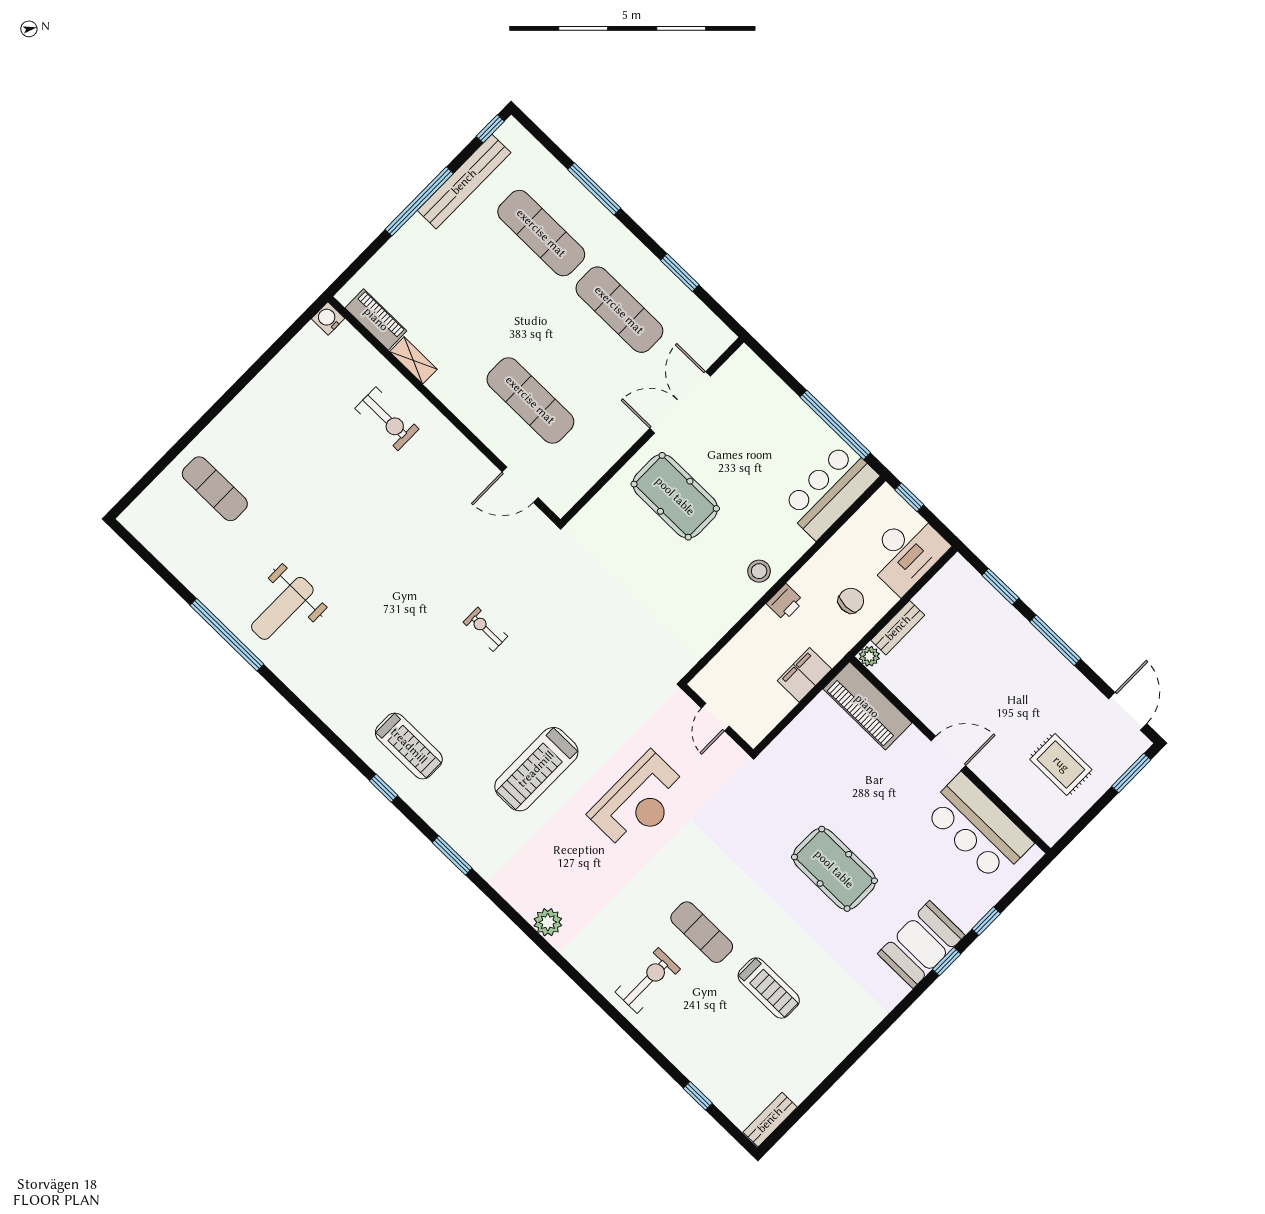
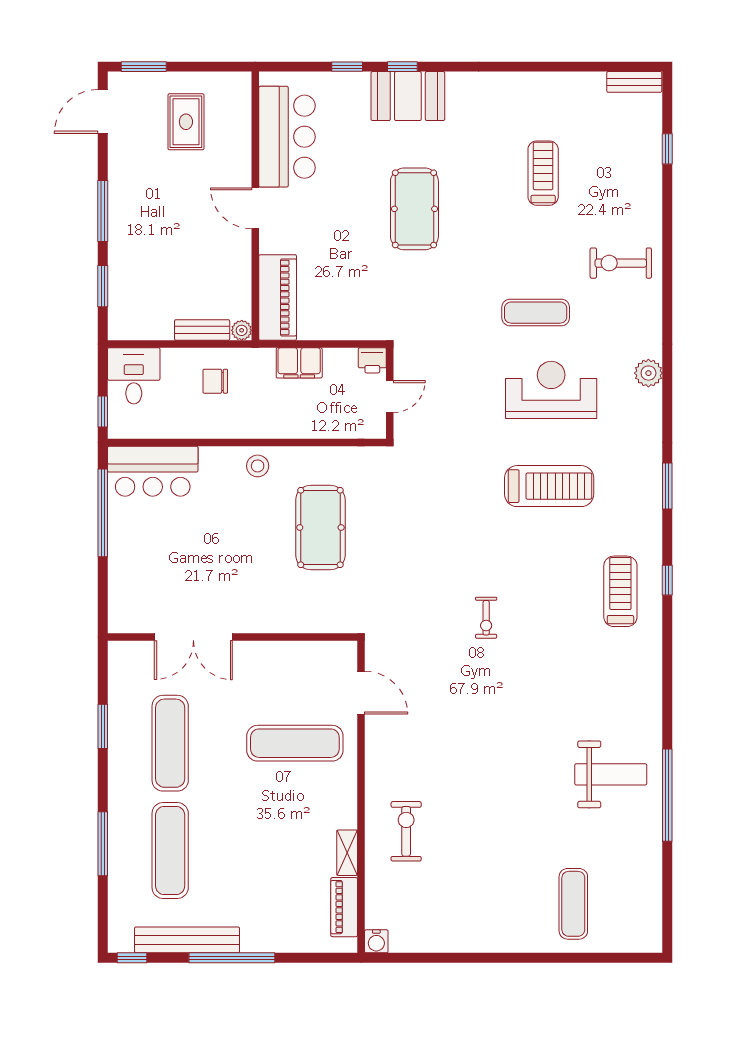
exercise mat: (530, 400) -> (295, 743), turned 90
pool table: (675, 496) -> (320, 528), moved
desk: (906, 552) -> (134, 376), width x0.73
printer: (785, 602) -> (372, 360), moved, turned 180
reception desk: (639, 802) -> (551, 390), moved
exercise mat: (702, 932) -> (536, 313), moved, turned 90

